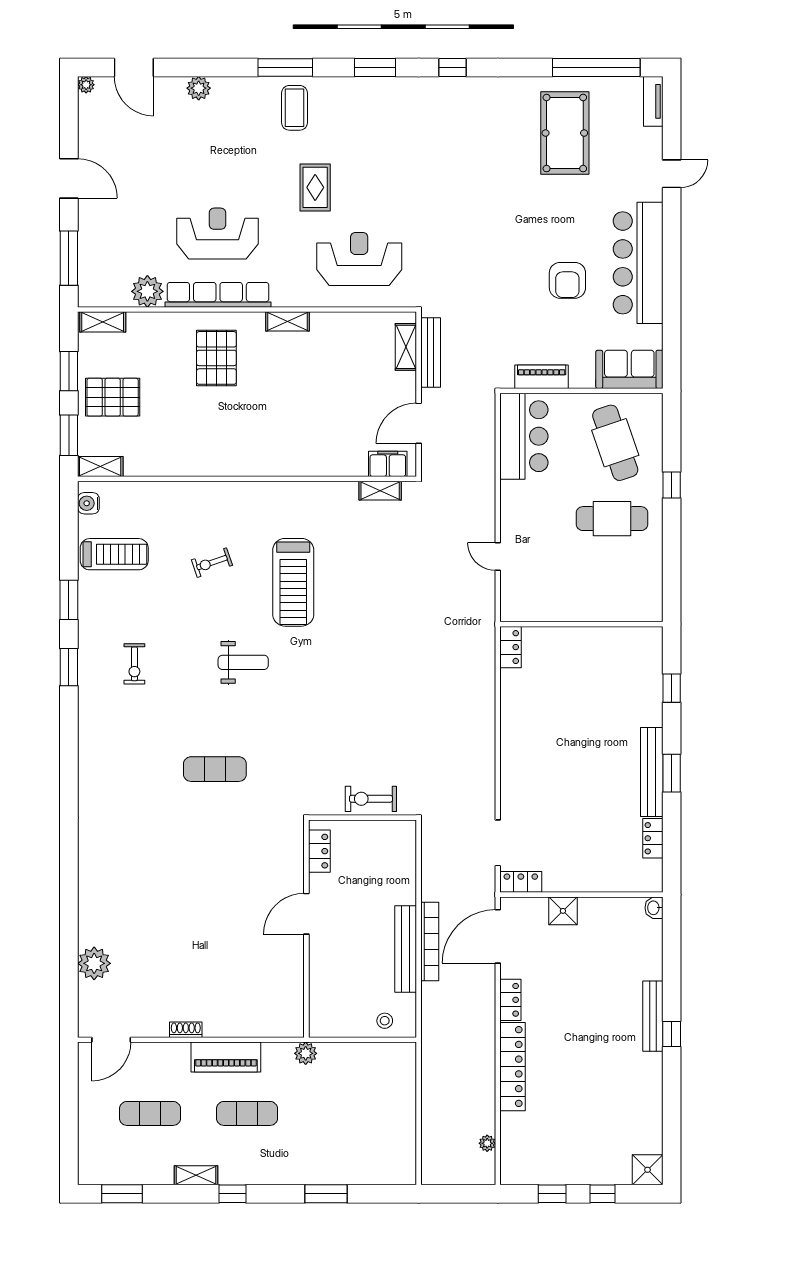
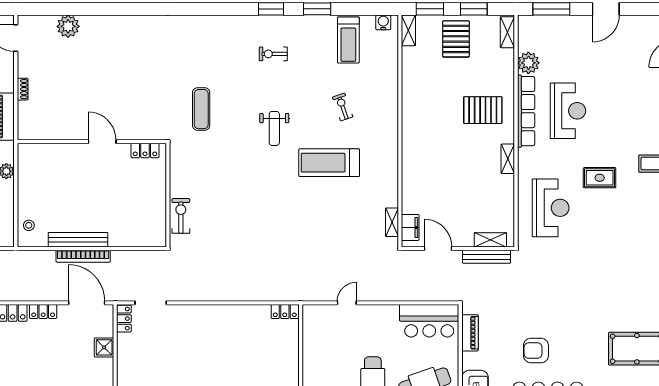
locker: (319, 851) -> (145, 150), moved
door: (306, 914) -> (102, 142), moved
wall: (306, 929) -> (92, 142), moved

